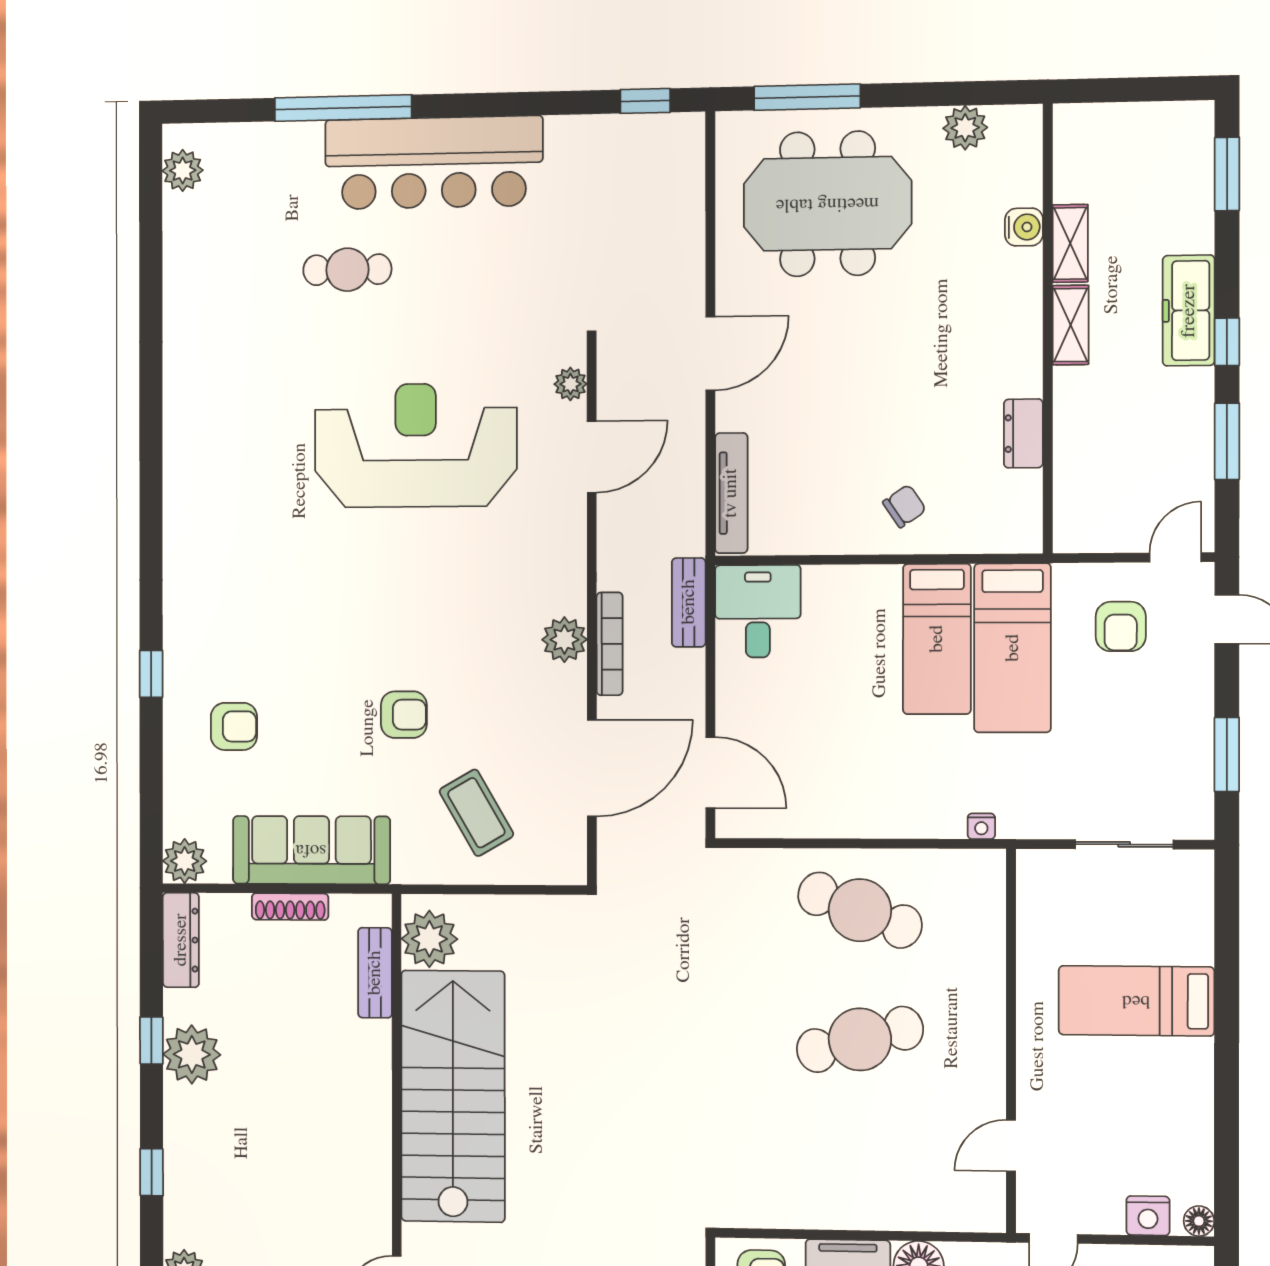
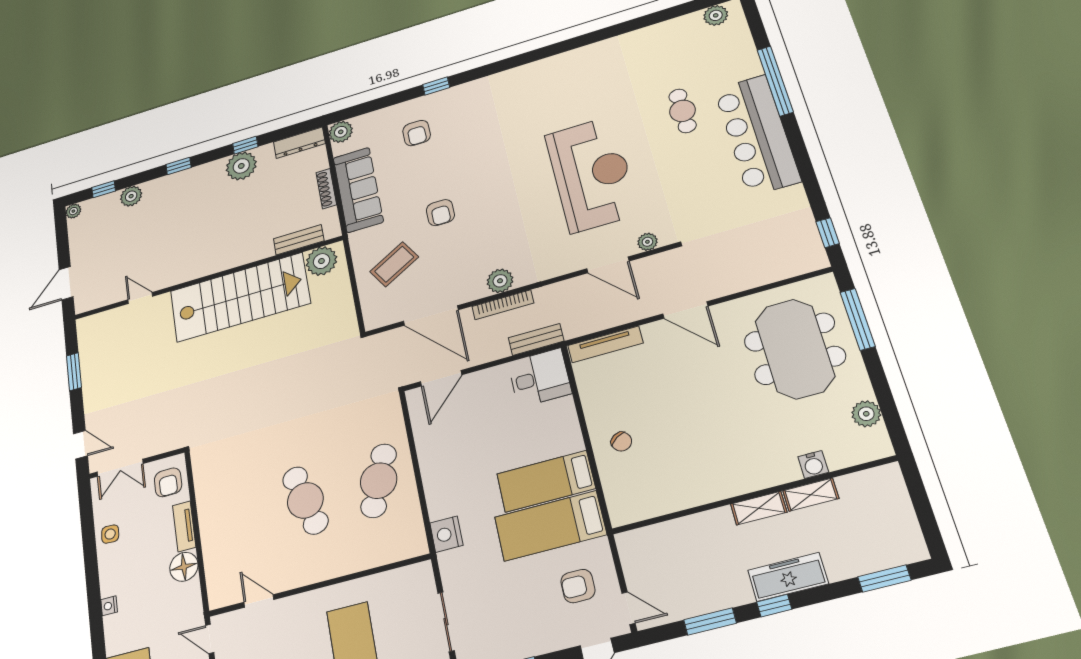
dresser: (1023, 433) -> (683, 498), removed
nightstand: (981, 826) -> (446, 534), width x1.89, depth x1.79

